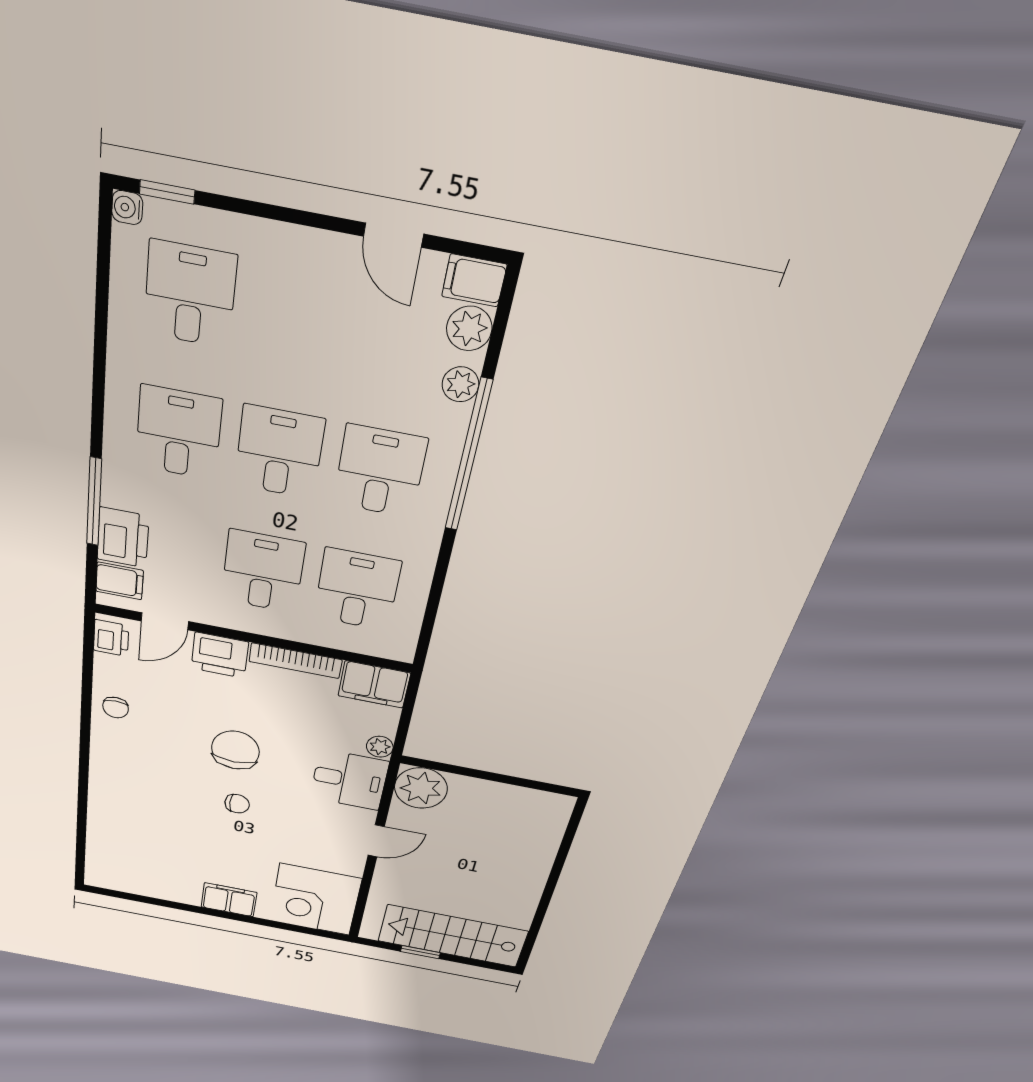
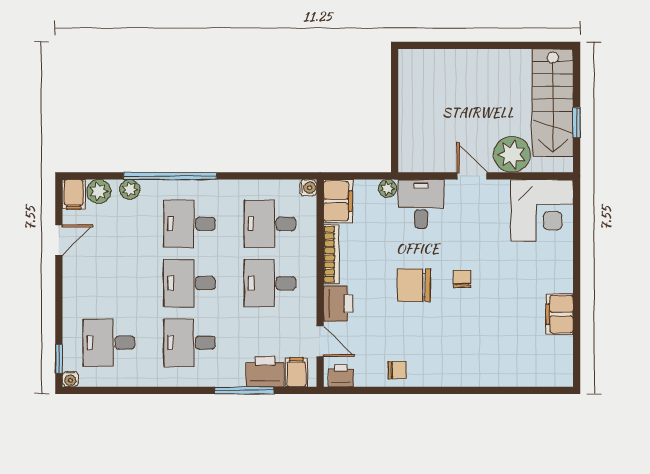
water cooler: (403, 651) -> (308, 188), added
plant: (421, 788) -> (512, 154), moved
filing cabinet: (229, 900) -> (560, 314), moved

